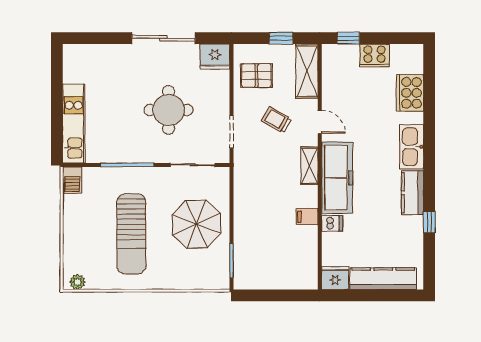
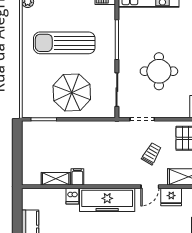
shelving: (309, 166) -> (56, 179), moved
fridge: (335, 278) -> (171, 197), moved, turned 90

